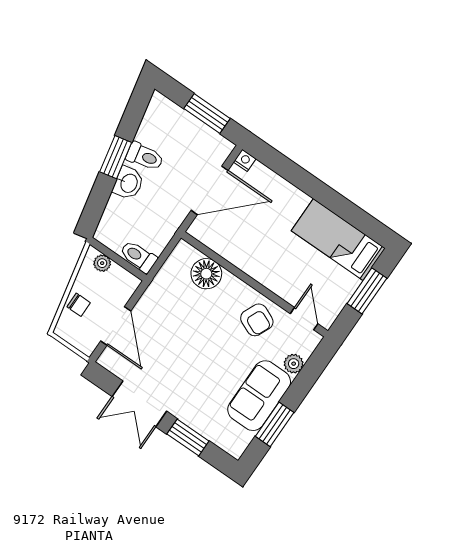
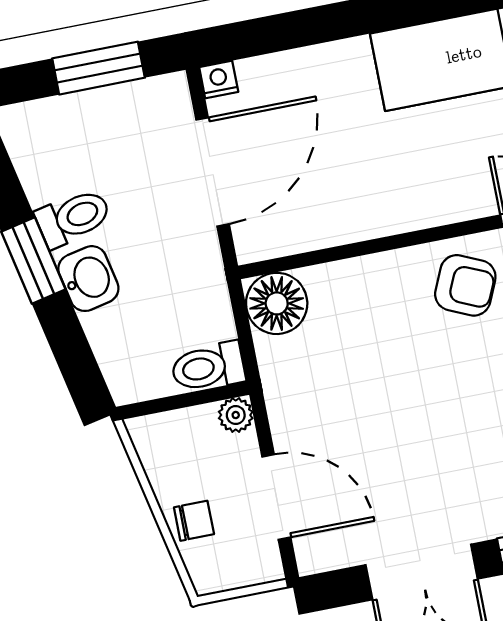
plant: (102, 263) -> (236, 415), moved
floor lamp: (206, 274) -> (277, 303), moved

